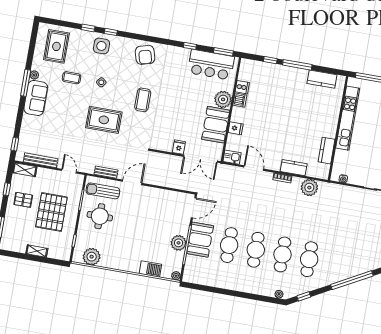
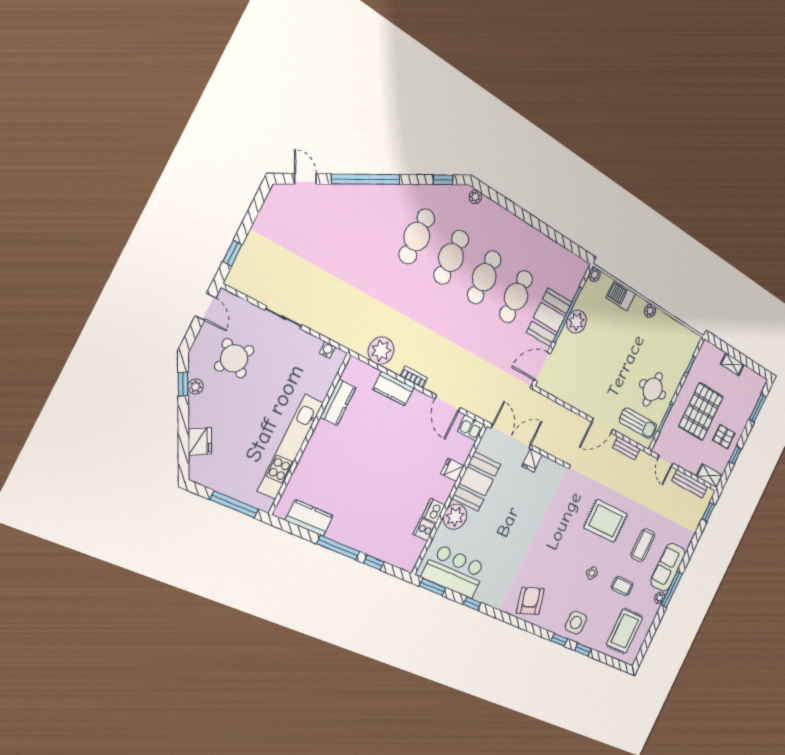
coffee table: (143, 100) -> (643, 545), moved
plant: (92, 257) -> (650, 311), moved, width x0.53, depth x0.53

